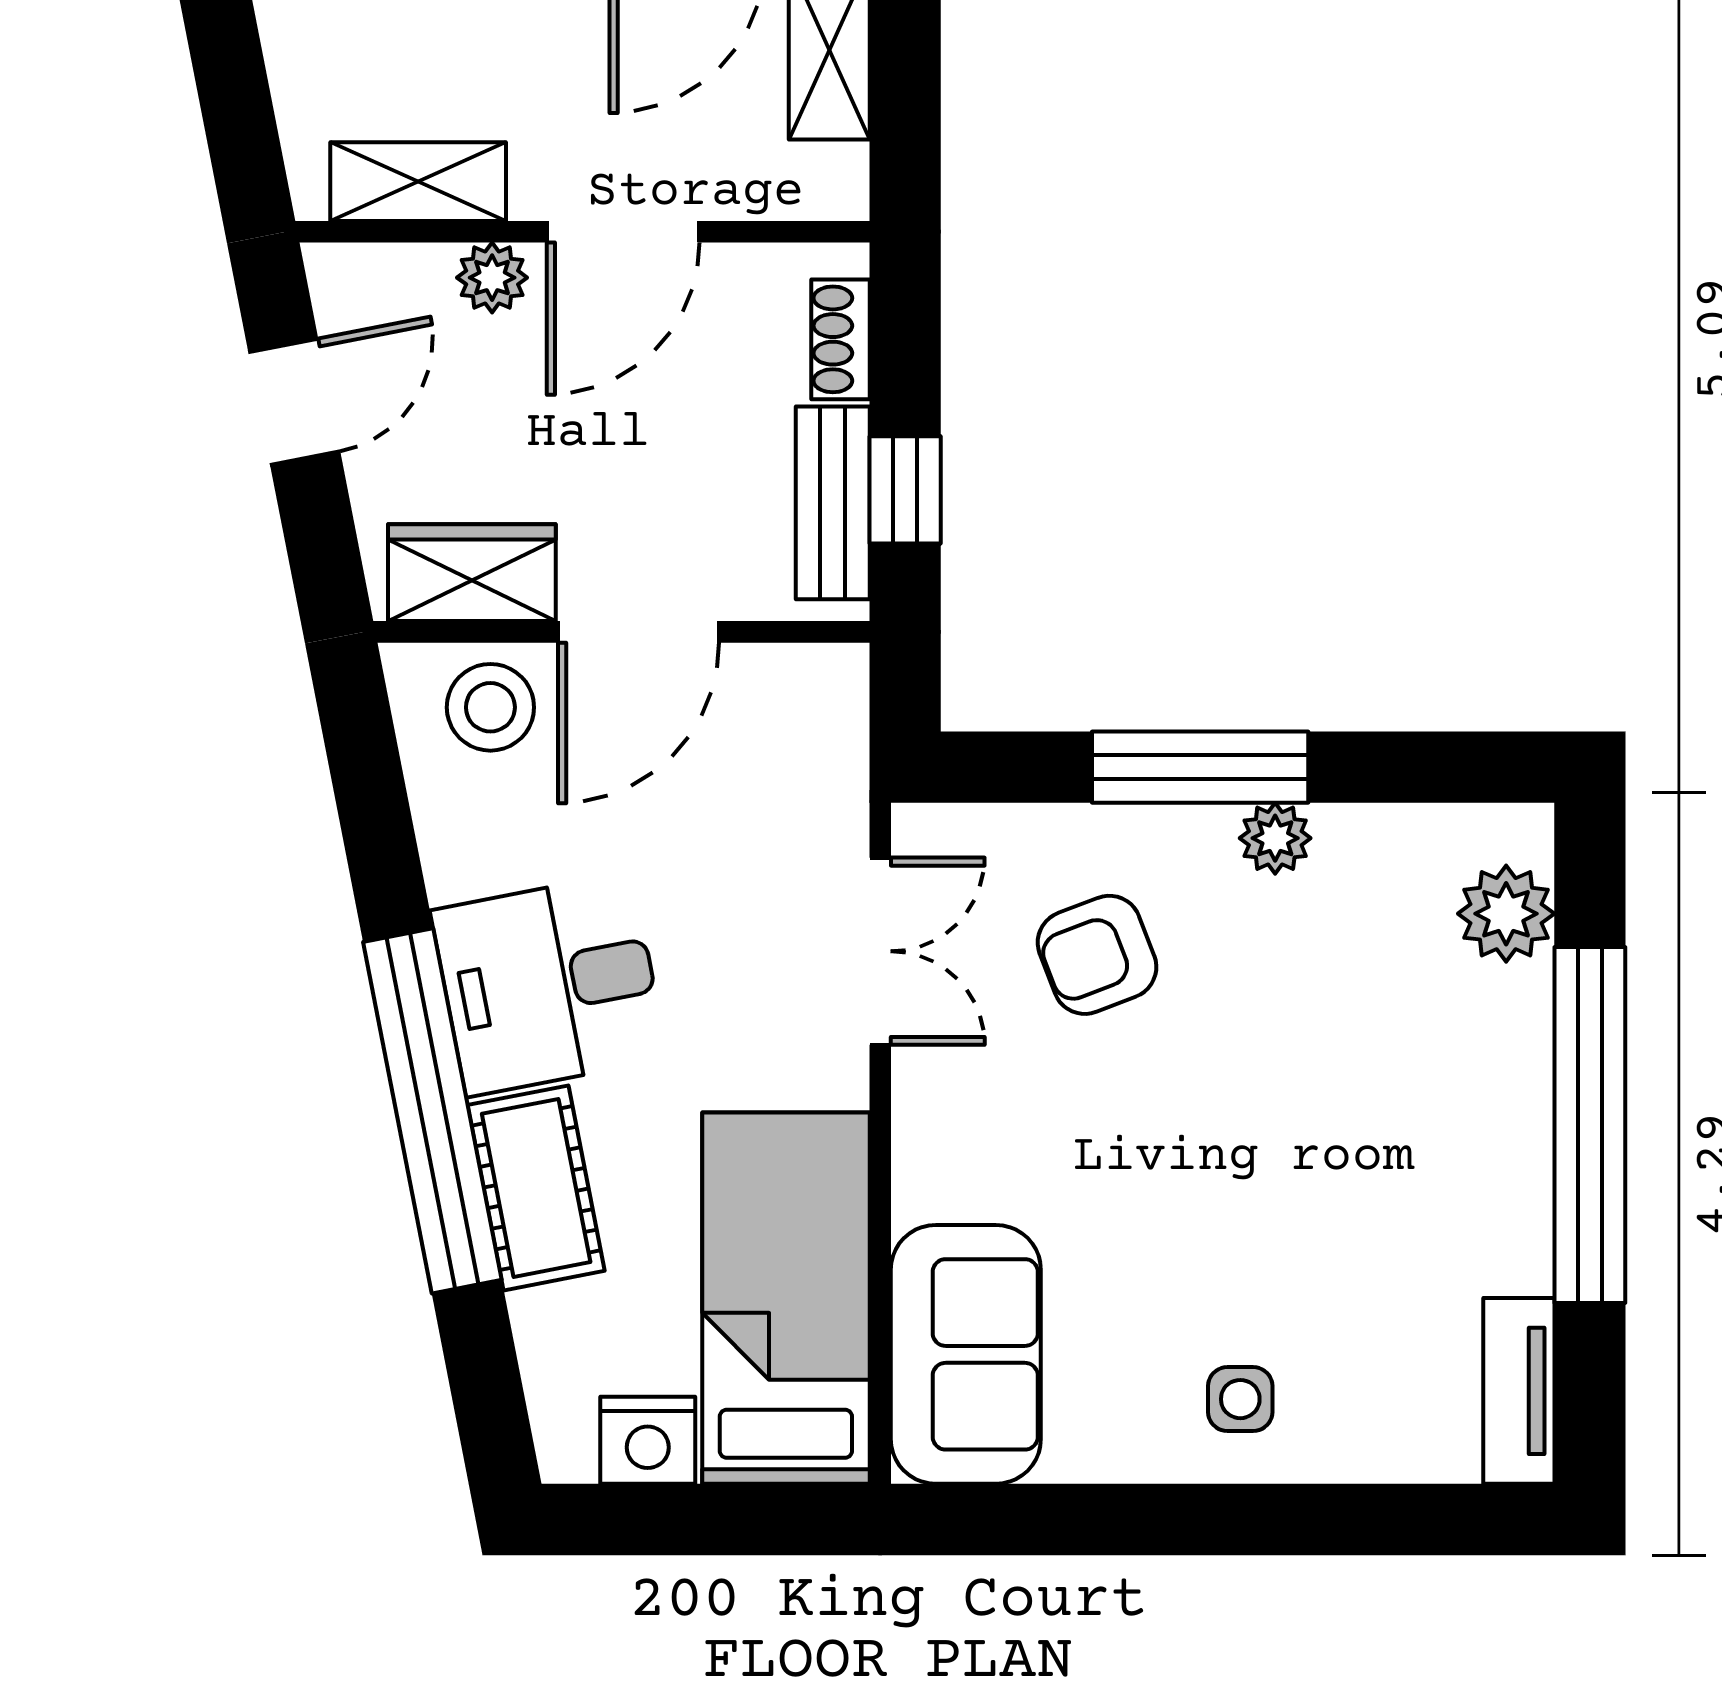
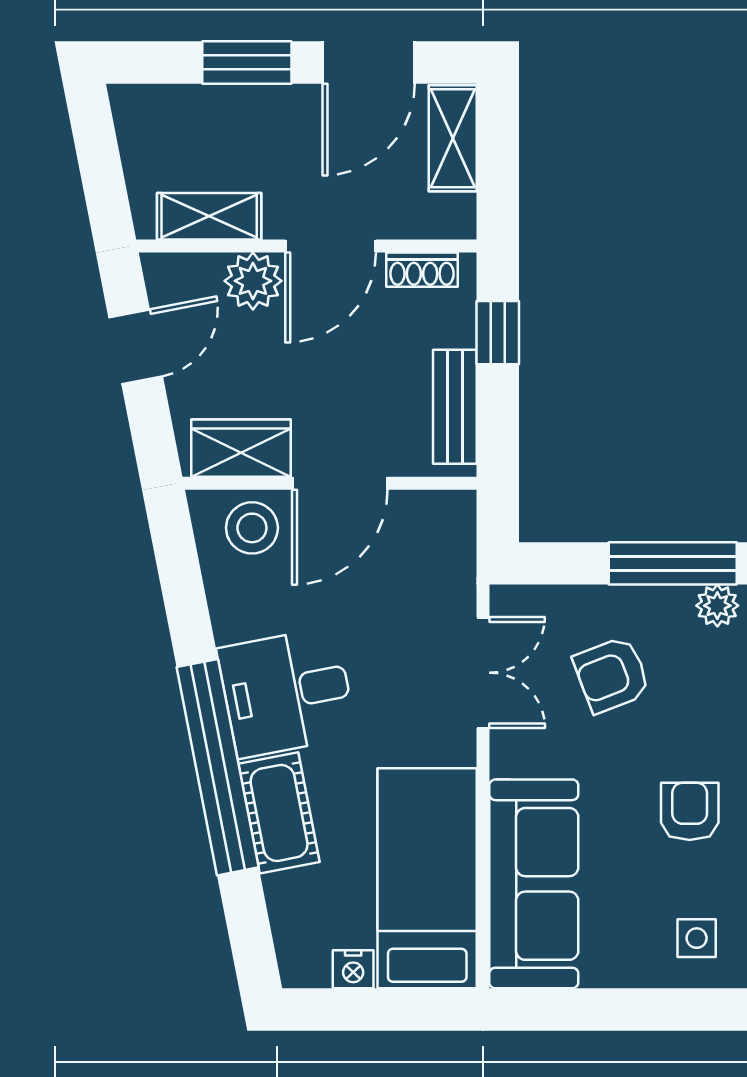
plant: (492, 278) -> (253, 281), width x1.38, depth x1.38
shoe rack: (840, 339) -> (422, 270), moved, turned -90
window: (905, 490) -> (498, 333), moved
armchair: (1229, 1185) -> (690, 811), added
sofa: (966, 1354) -> (534, 884), width x1.36
nightstand: (648, 1440) -> (353, 969), width x0.72, depth x0.74

